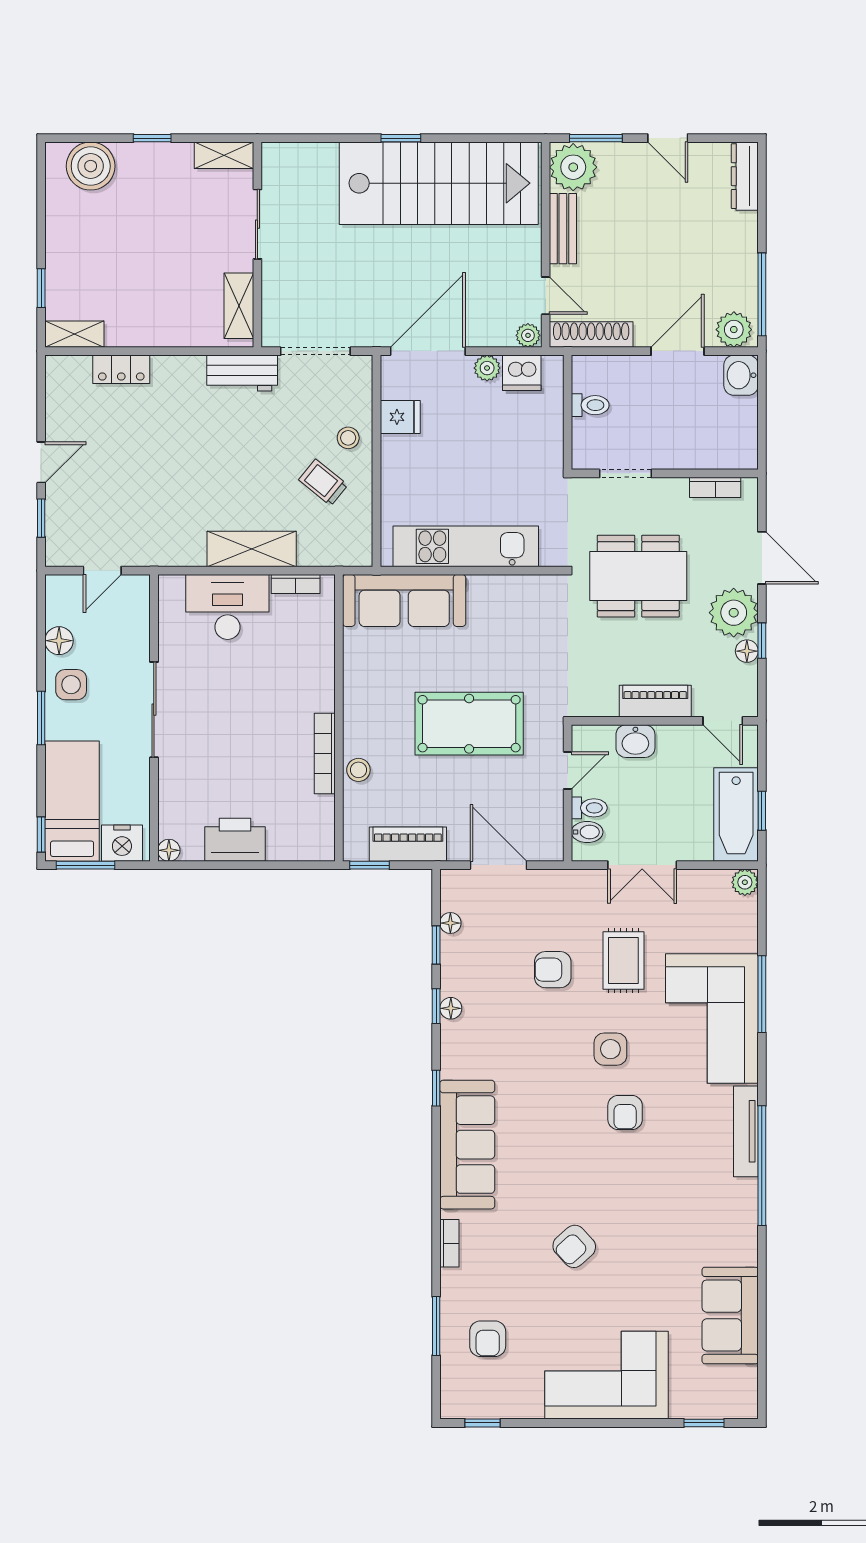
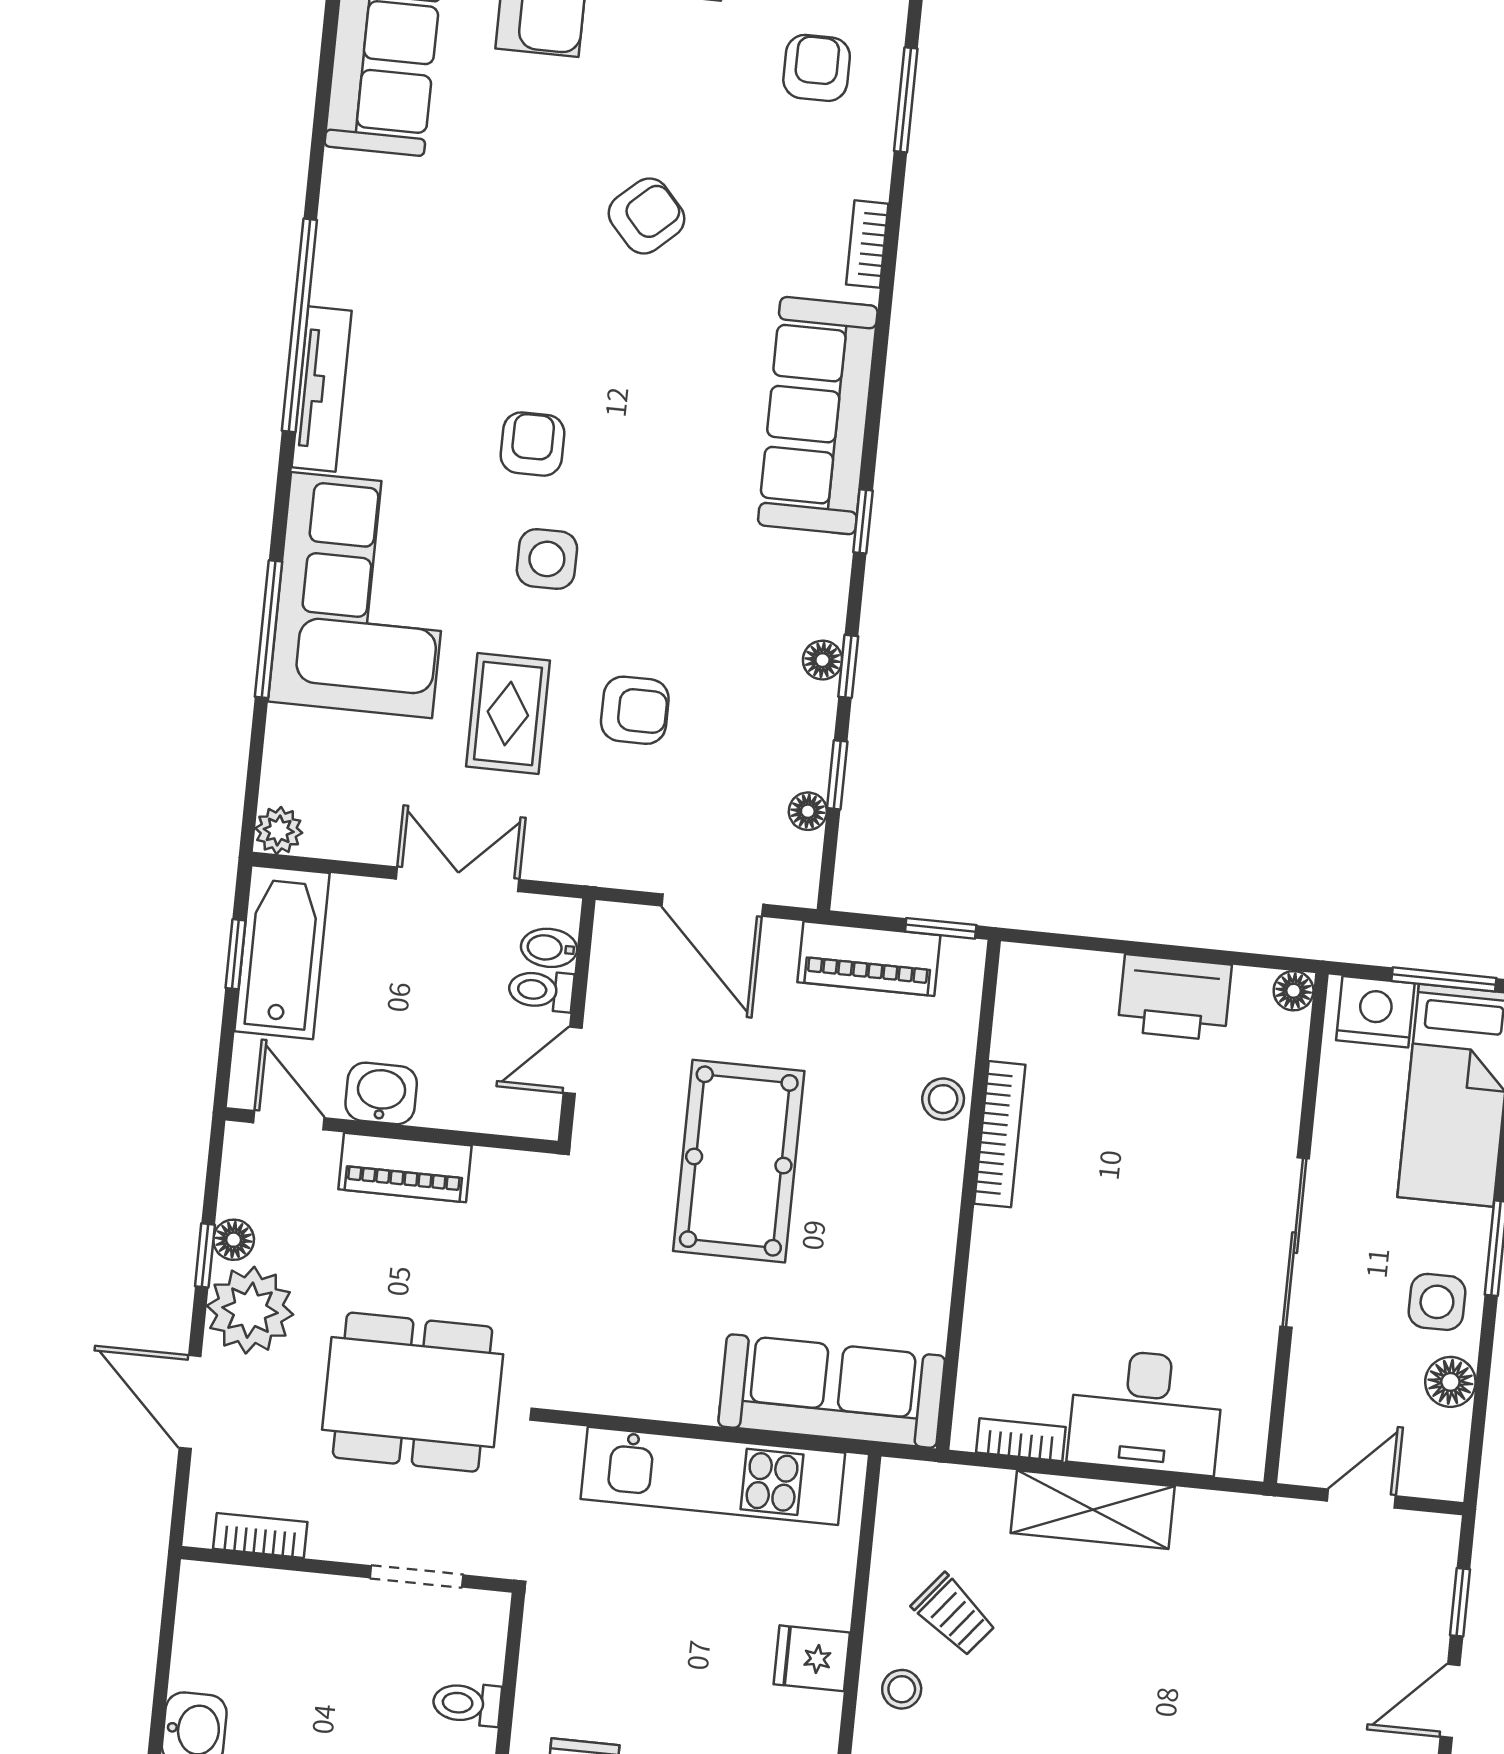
fridge: (400, 417) -> (812, 1658), moved
pool table: (469, 724) -> (739, 1161), turned 90
washbasin: (635, 741) -> (381, 1093), moved

